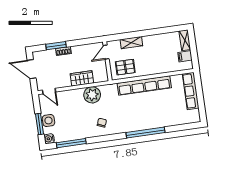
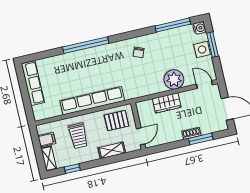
window: (166, 30) -> (72, 169), added
trolley: (158, 57) -> (78, 136), added
row of seats: (191, 91) -> (33, 83), moved
plant: (92, 95) -> (174, 79), moved

